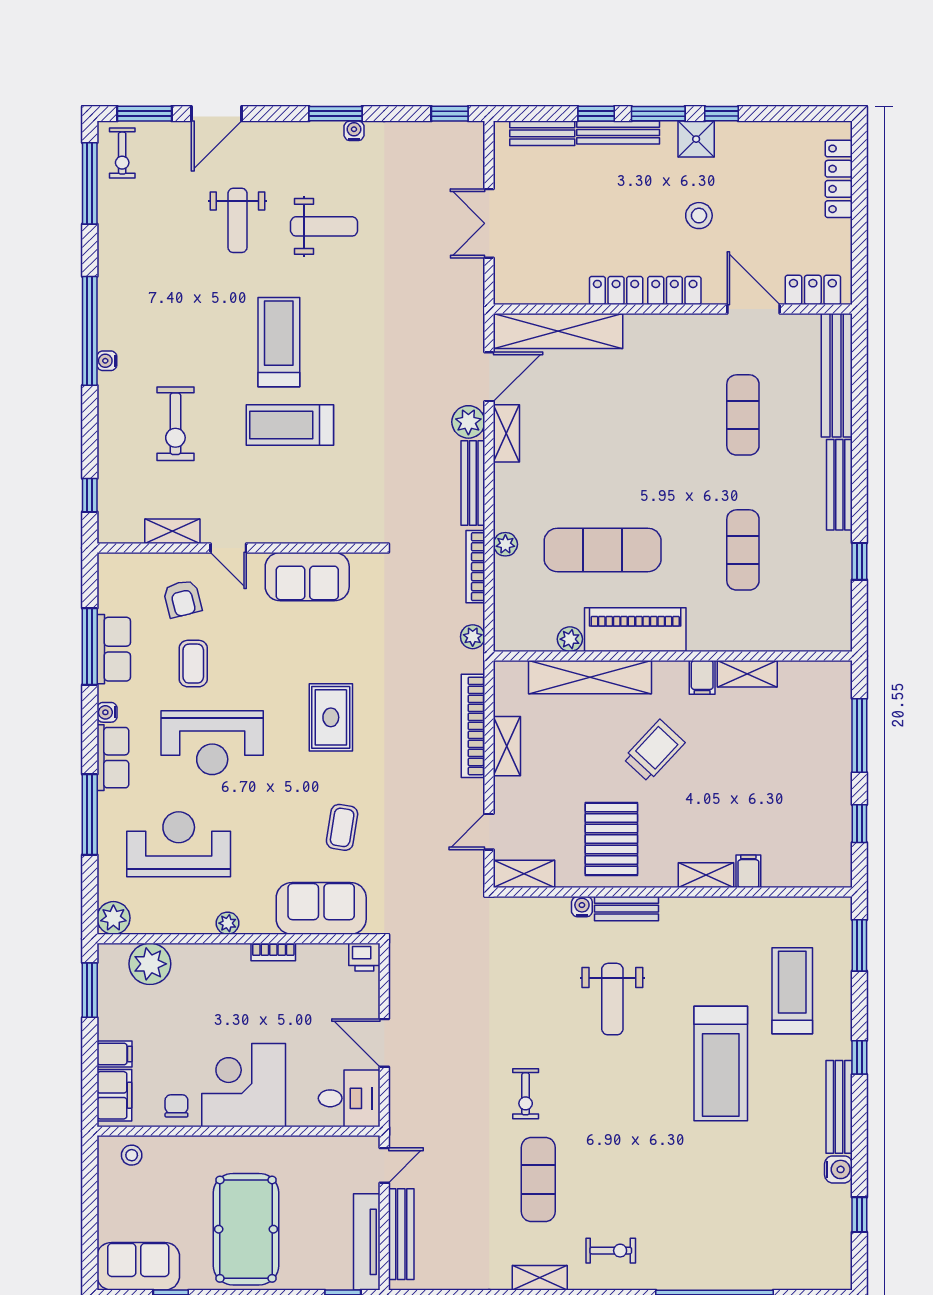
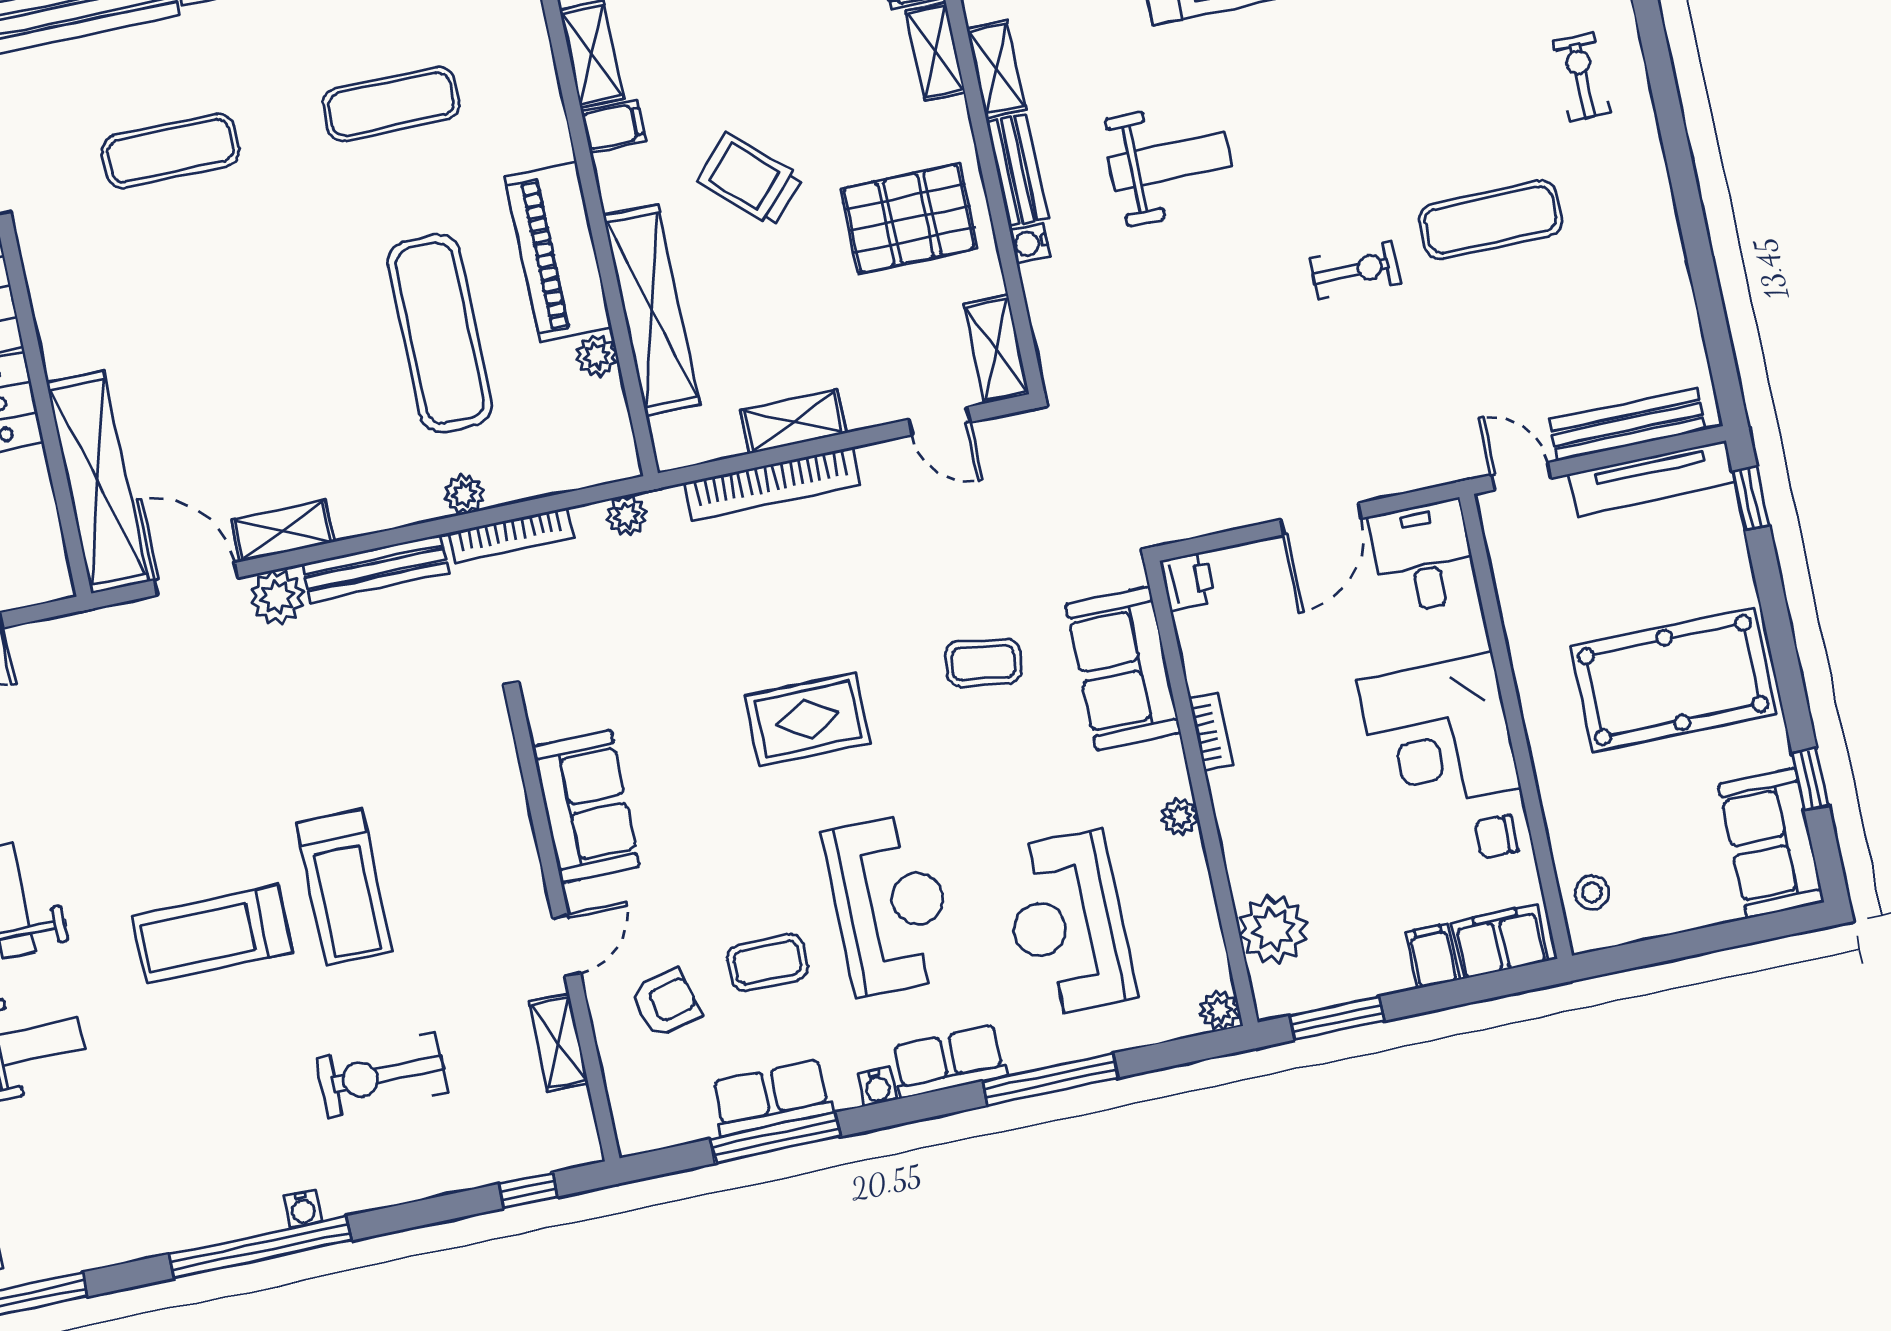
exercise bike: (175, 424) -> (382, 1075), turned 180
plant: (113, 918) -> (1220, 1010), width x0.73, depth x0.73
shelving: (540, 1278) -> (996, 69), moved

